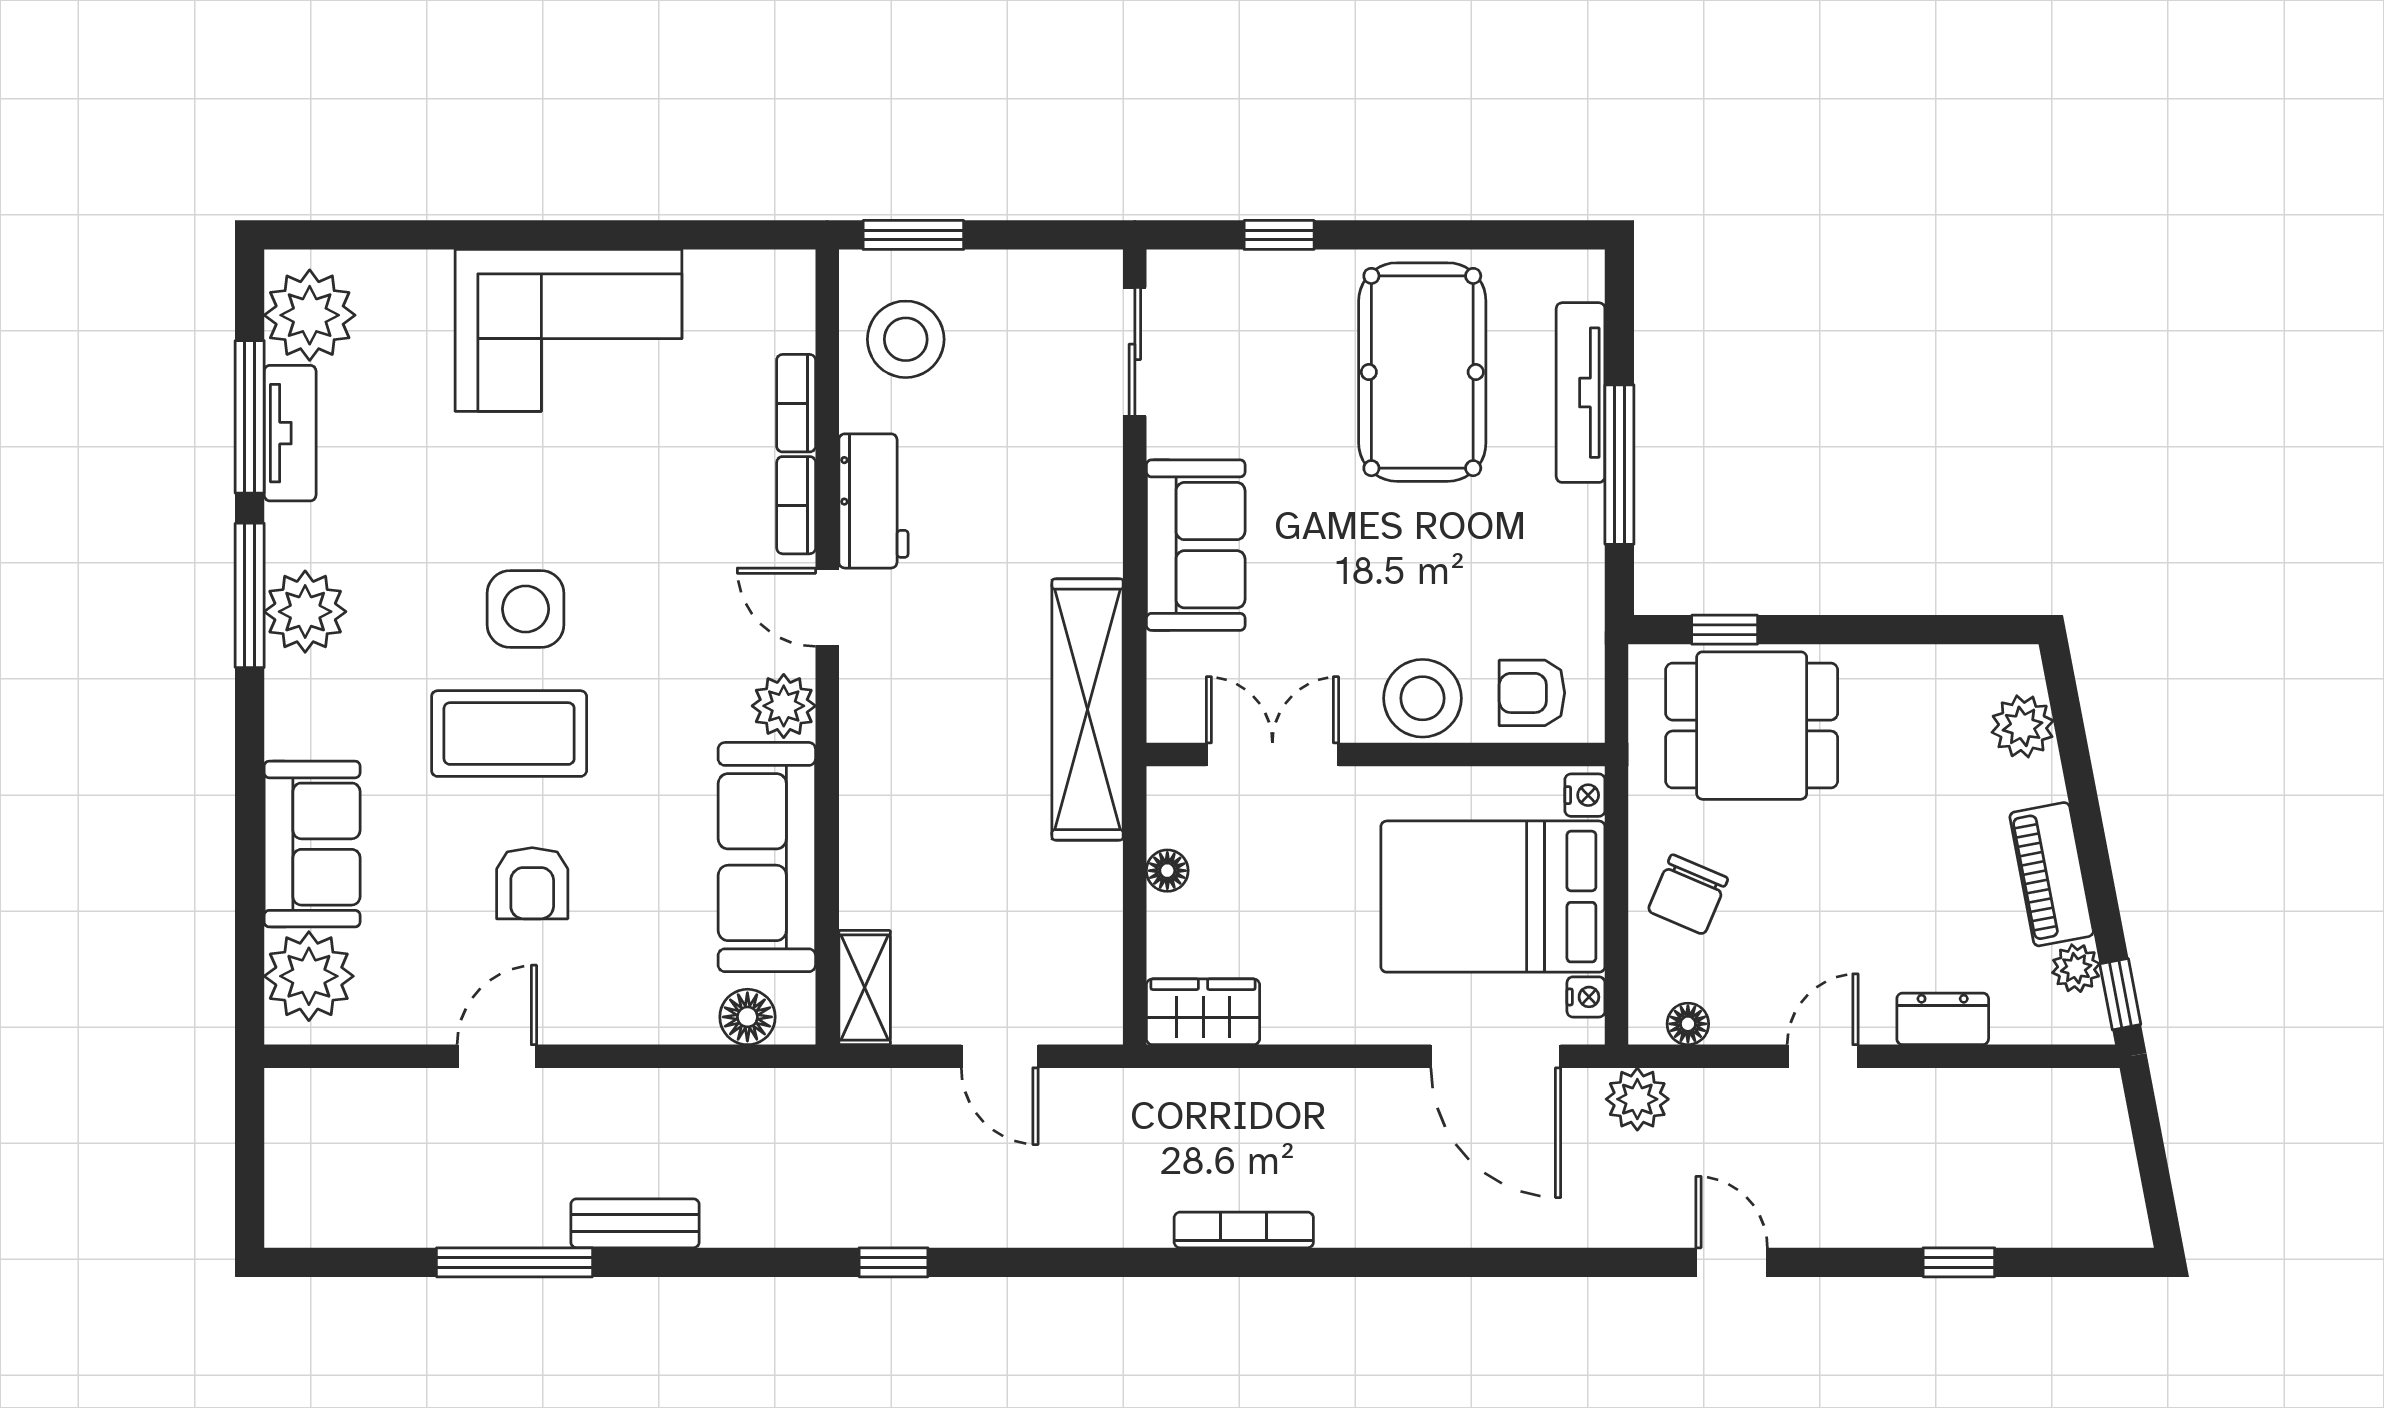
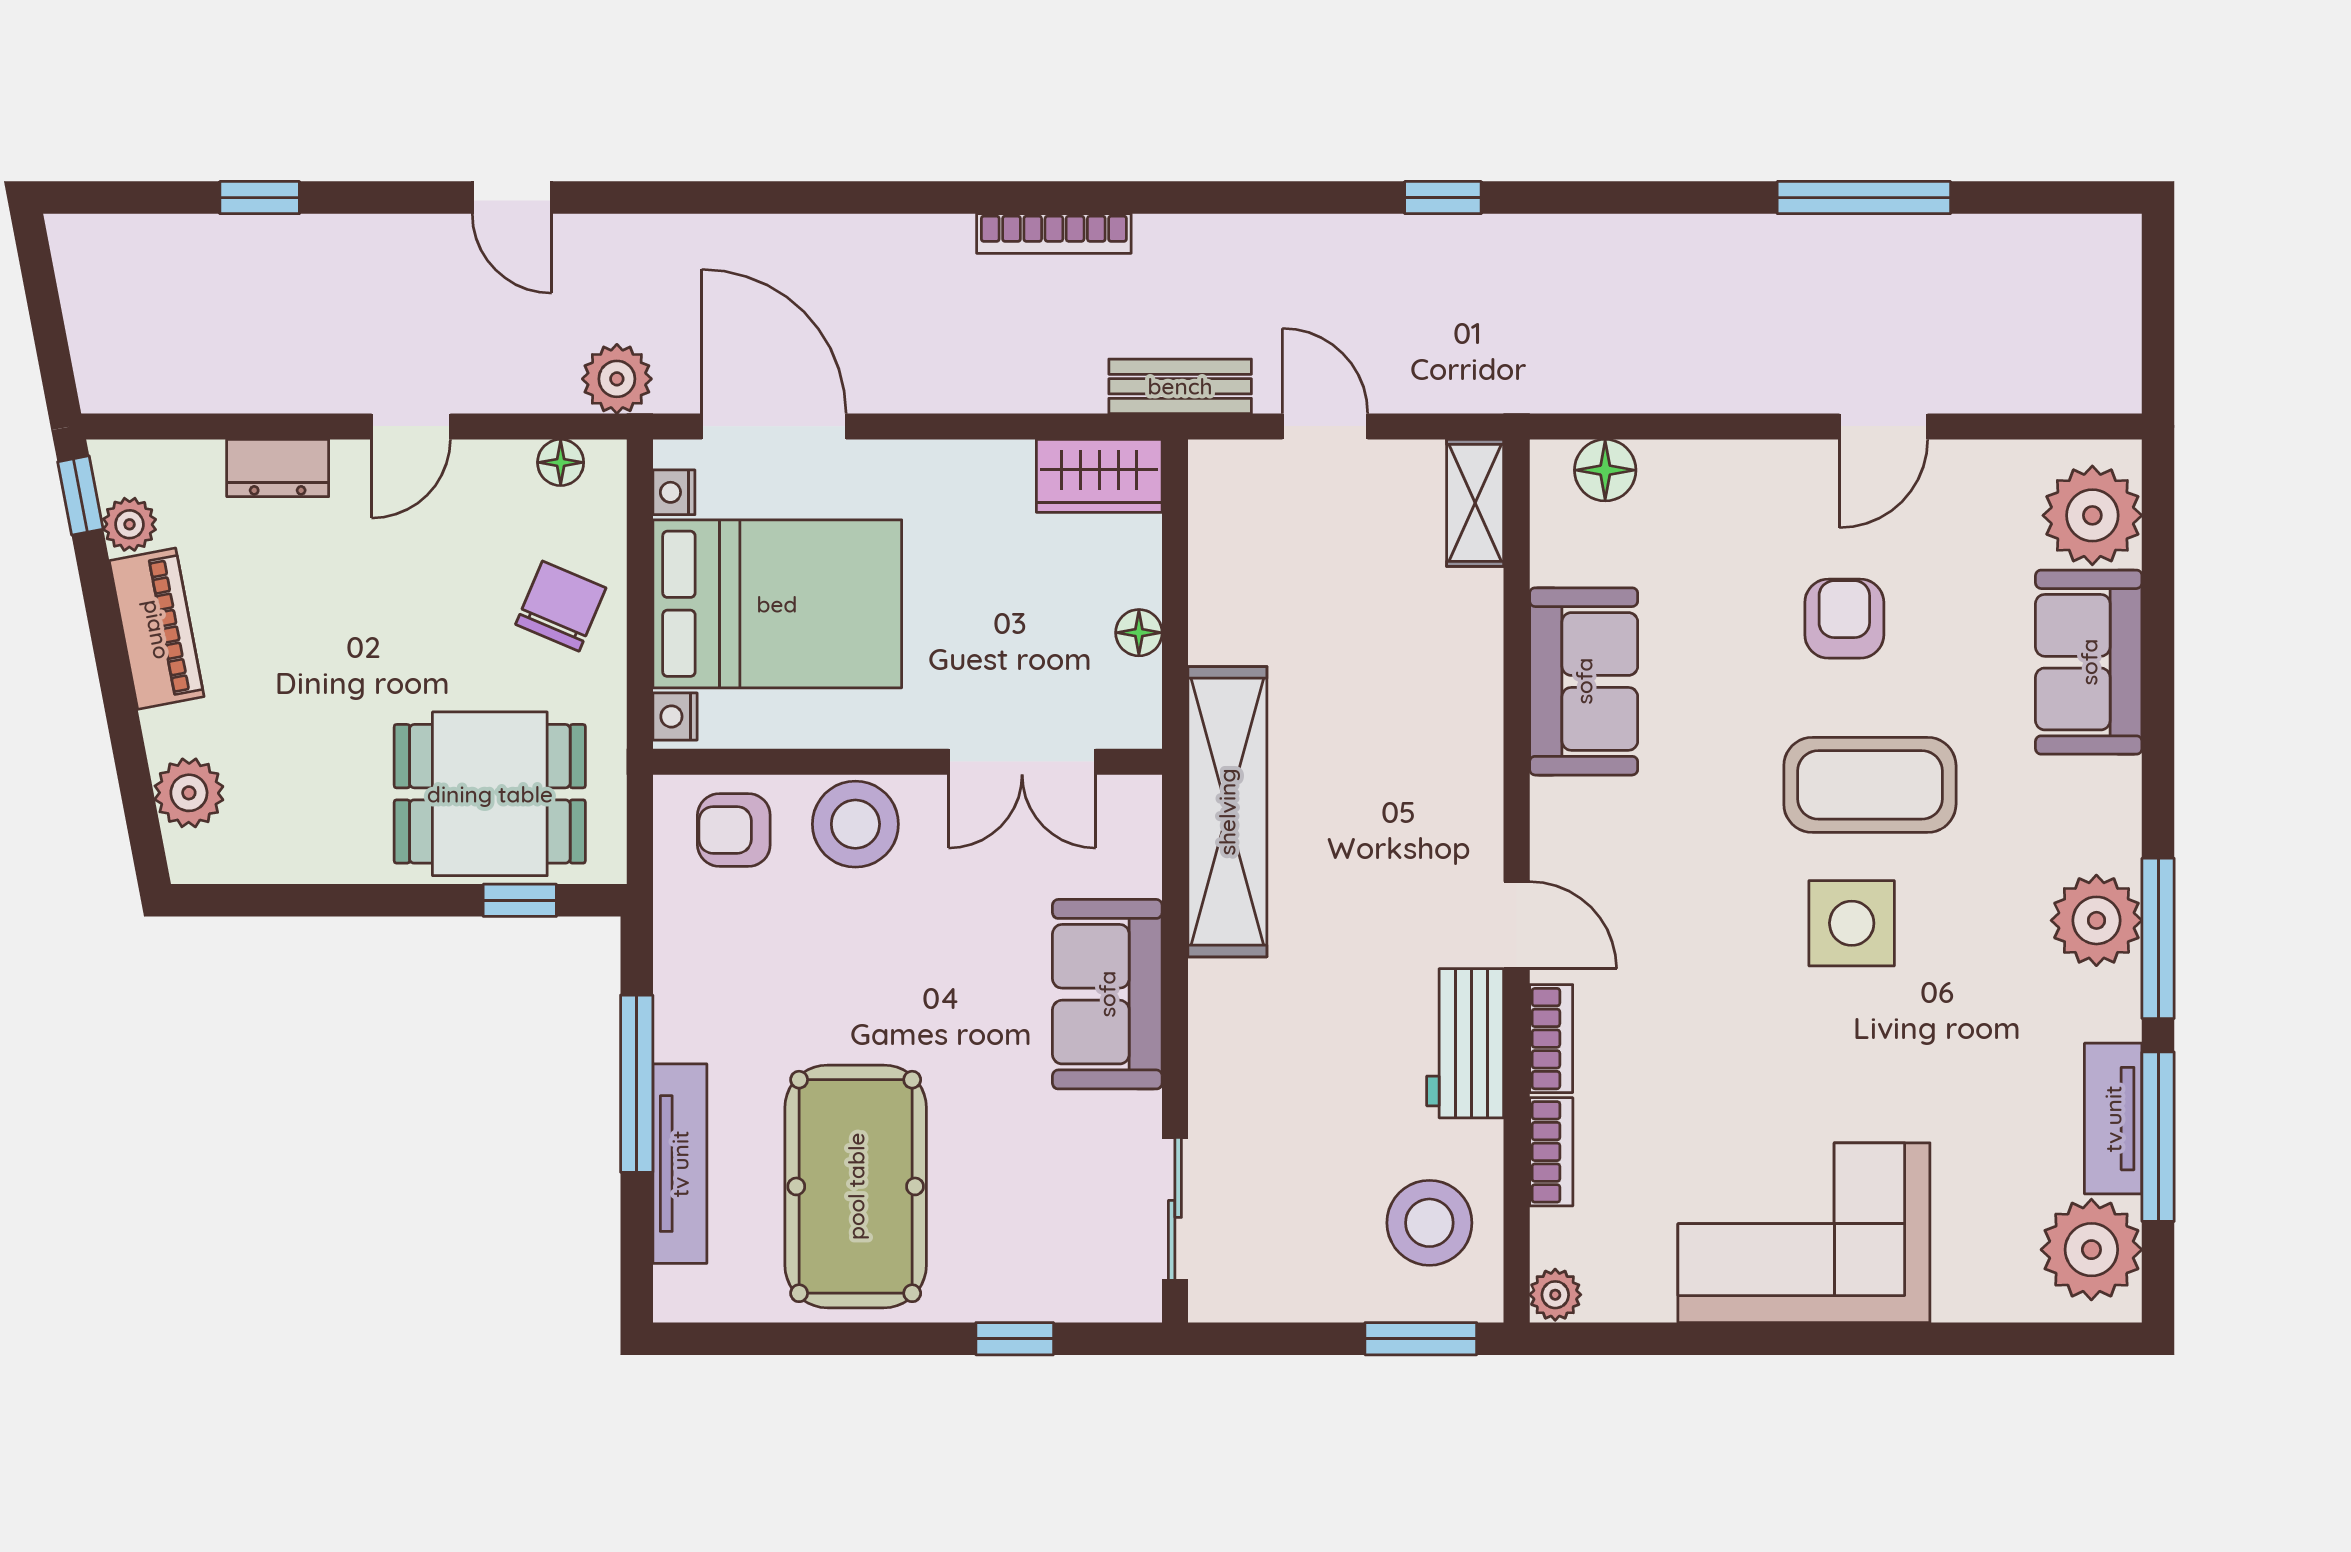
armchair: (1532, 693) -> (734, 830), turned 180
plant: (784, 706) -> (1555, 1295), moved, width x0.73, depth x0.73
sofa: (767, 857) -> (1584, 681), width x0.73
bench: (635, 1223) -> (1180, 386), moved

